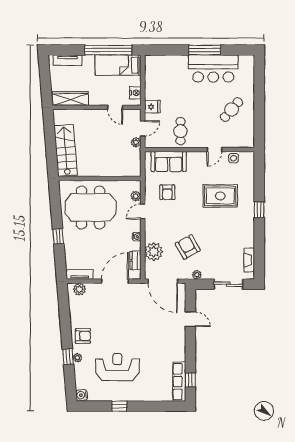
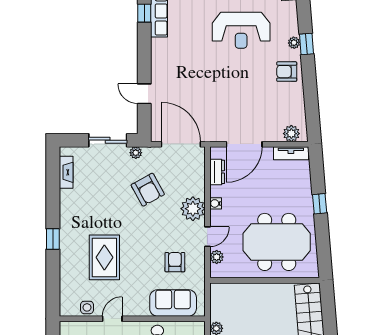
rug: (220, 196) -> (104, 257), turned 90
plant: (154, 252) -> (193, 209), moved
sliding door: (228, 284) -> (108, 140), moved

